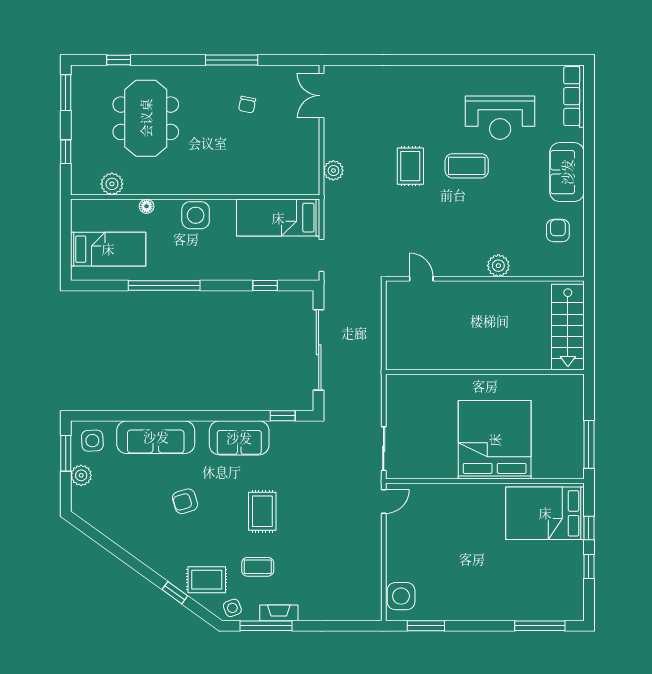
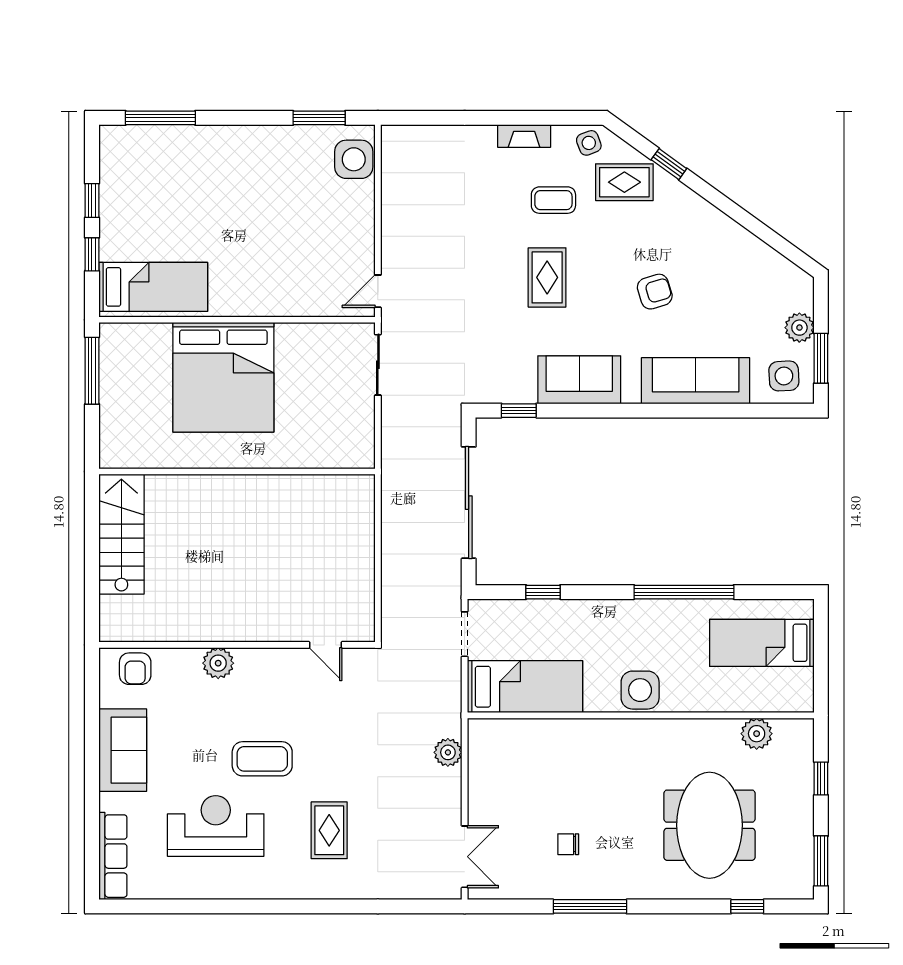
chair: (247, 105) -> (568, 844), turned -101
rug: (410, 166) -> (329, 830), moved
floor lamp: (147, 206) -> (708, 703), removed
plant: (498, 266) -> (218, 663), moved
door: (421, 279) -> (326, 645), moved
wall: (485, 279) -> (237, 645), moved
bed: (545, 513) -> (153, 287), width x0.67
window: (266, 626) -> (542, 118), removed

